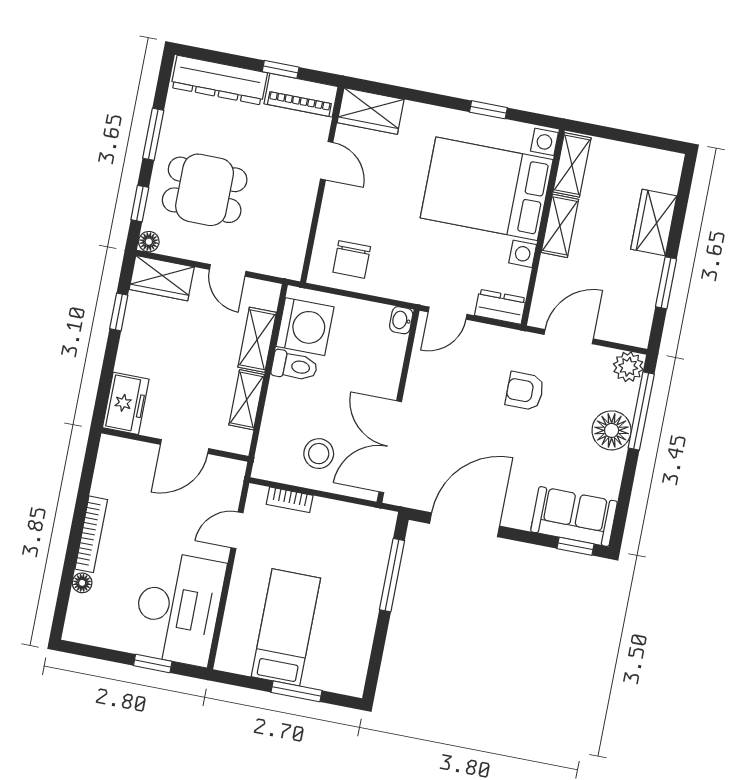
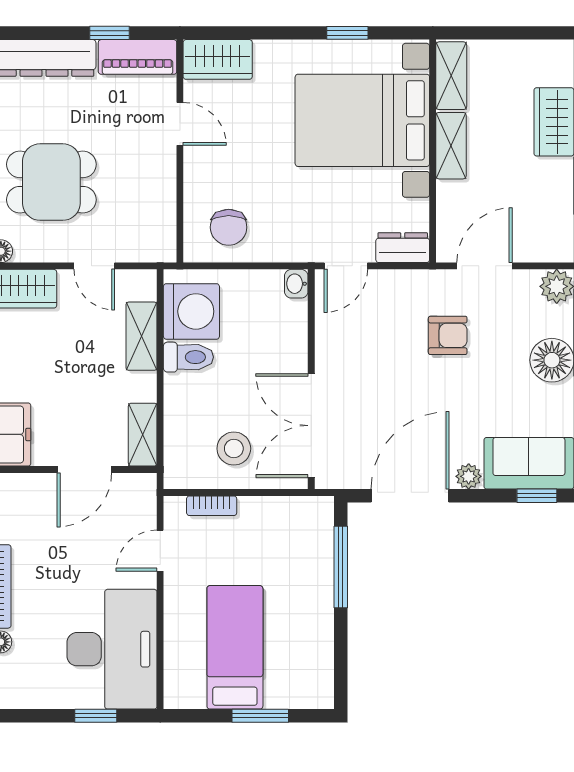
armchair: (525, 391) -> (448, 335), turned 180
shelving: (247, 400) -> (143, 435), moved
plant: (519, 518) -> (469, 476), added

